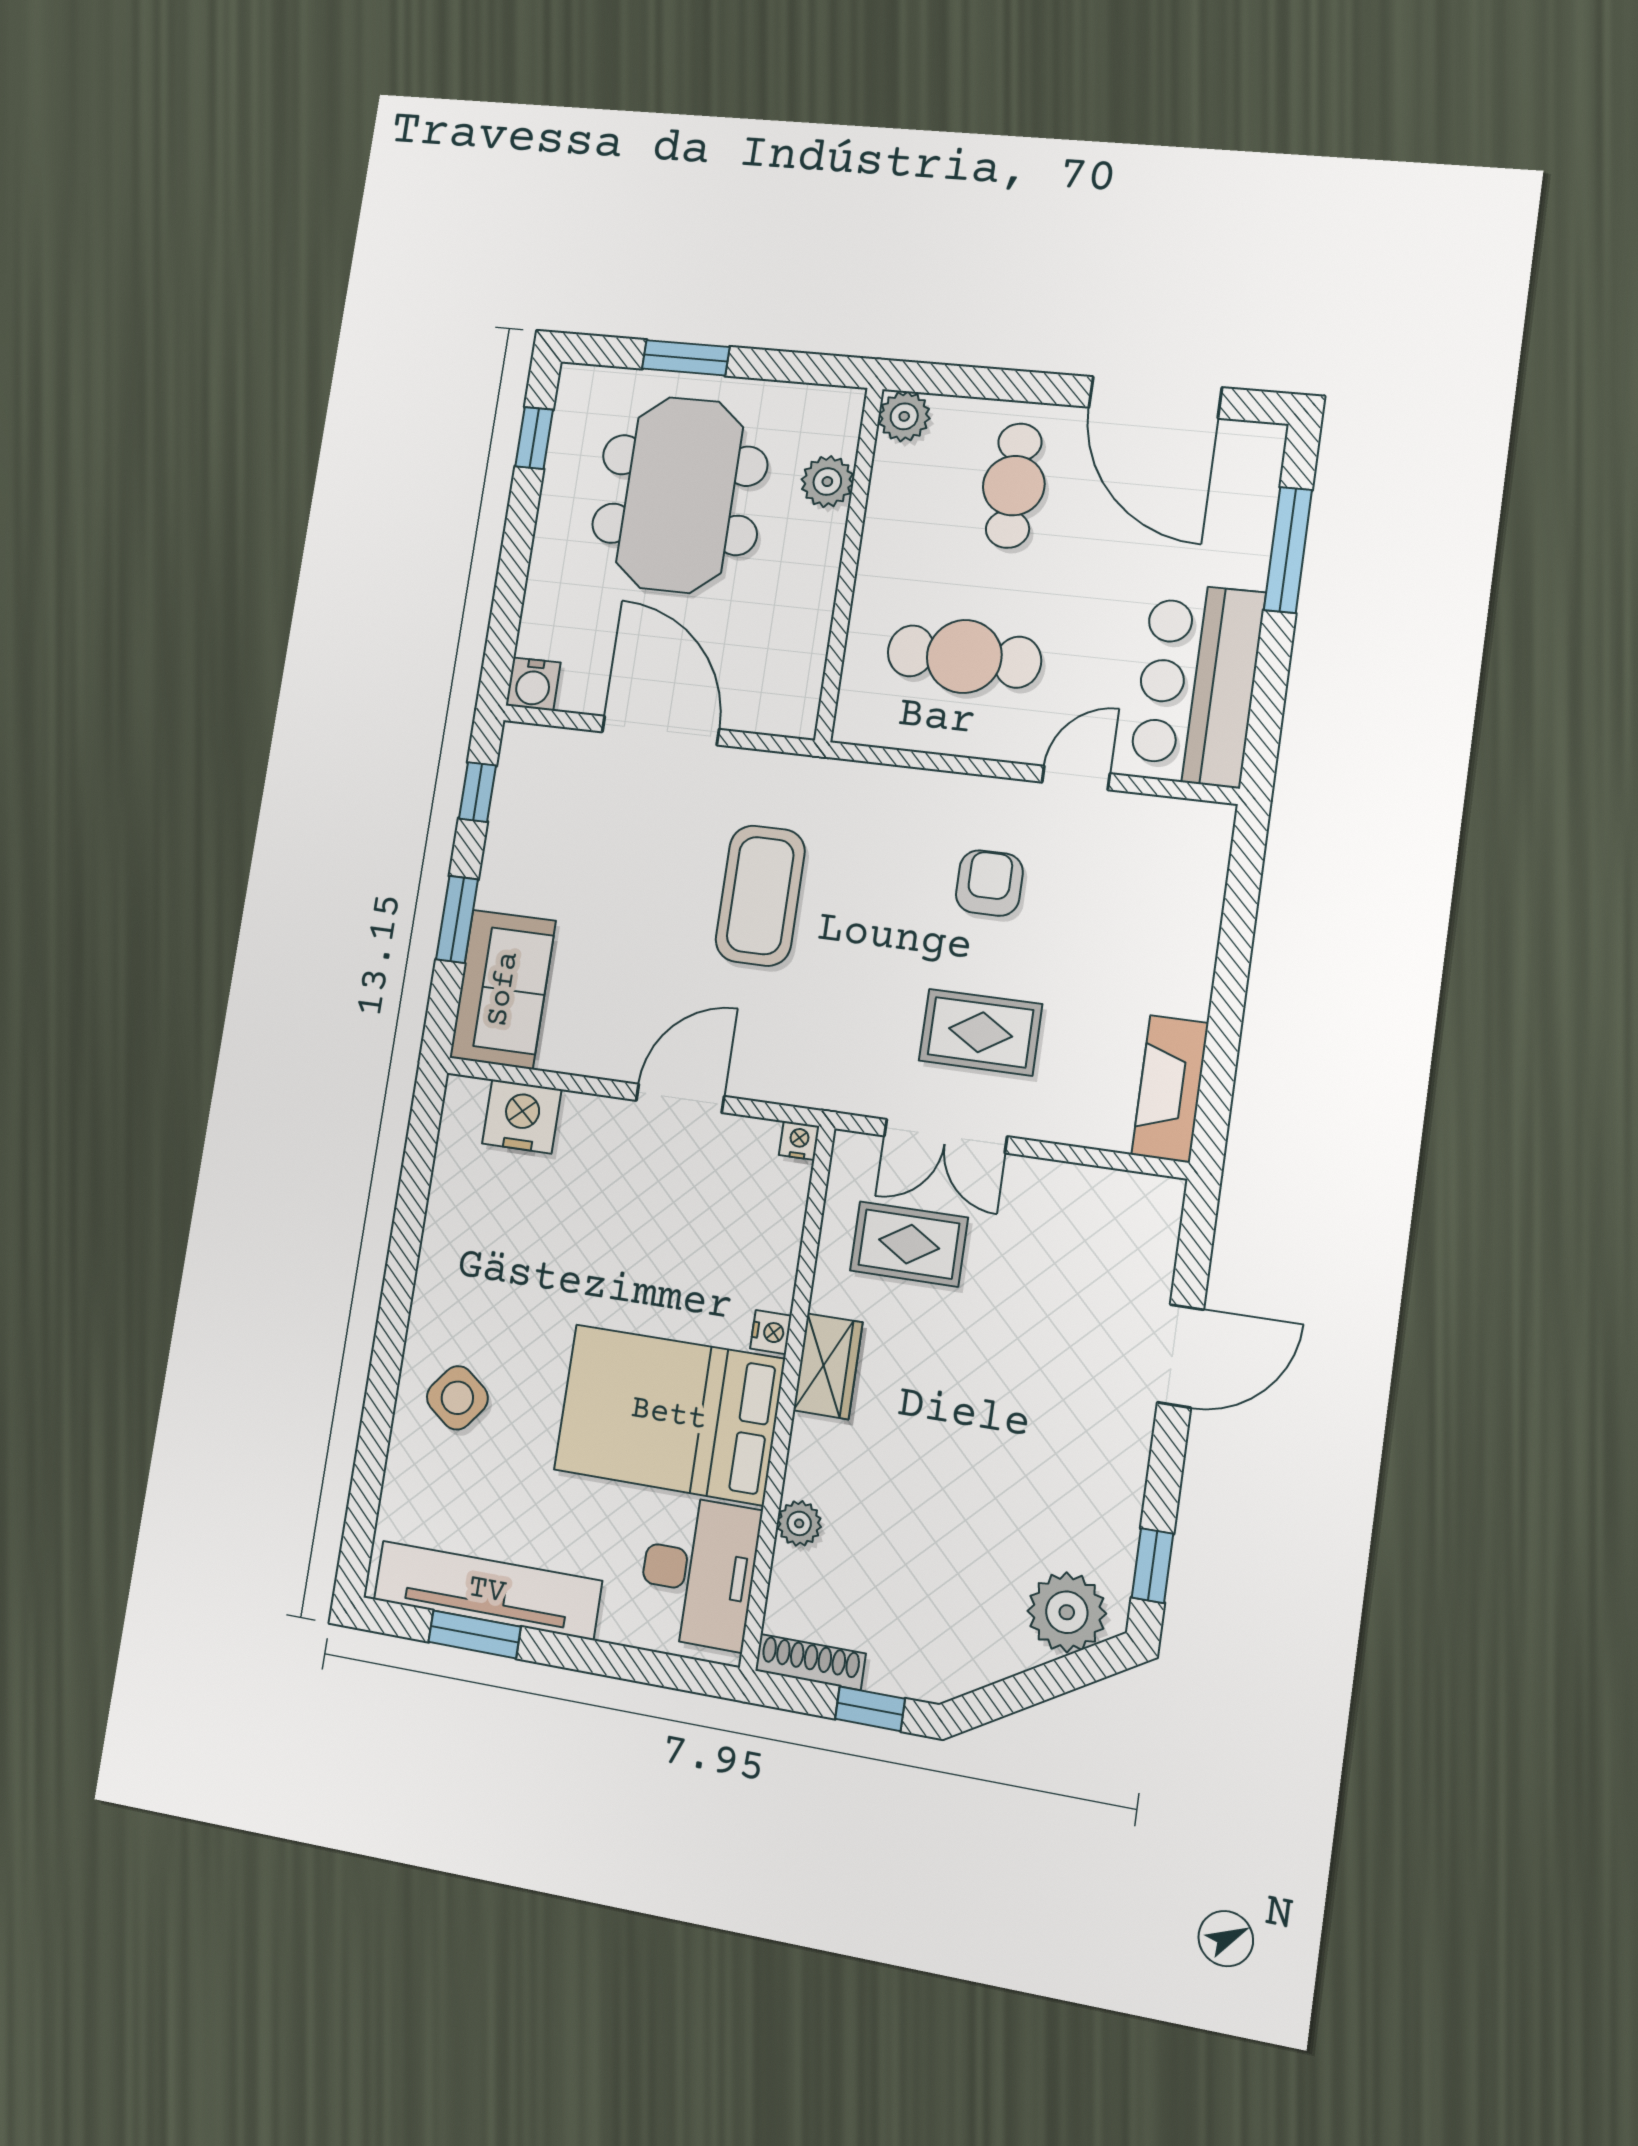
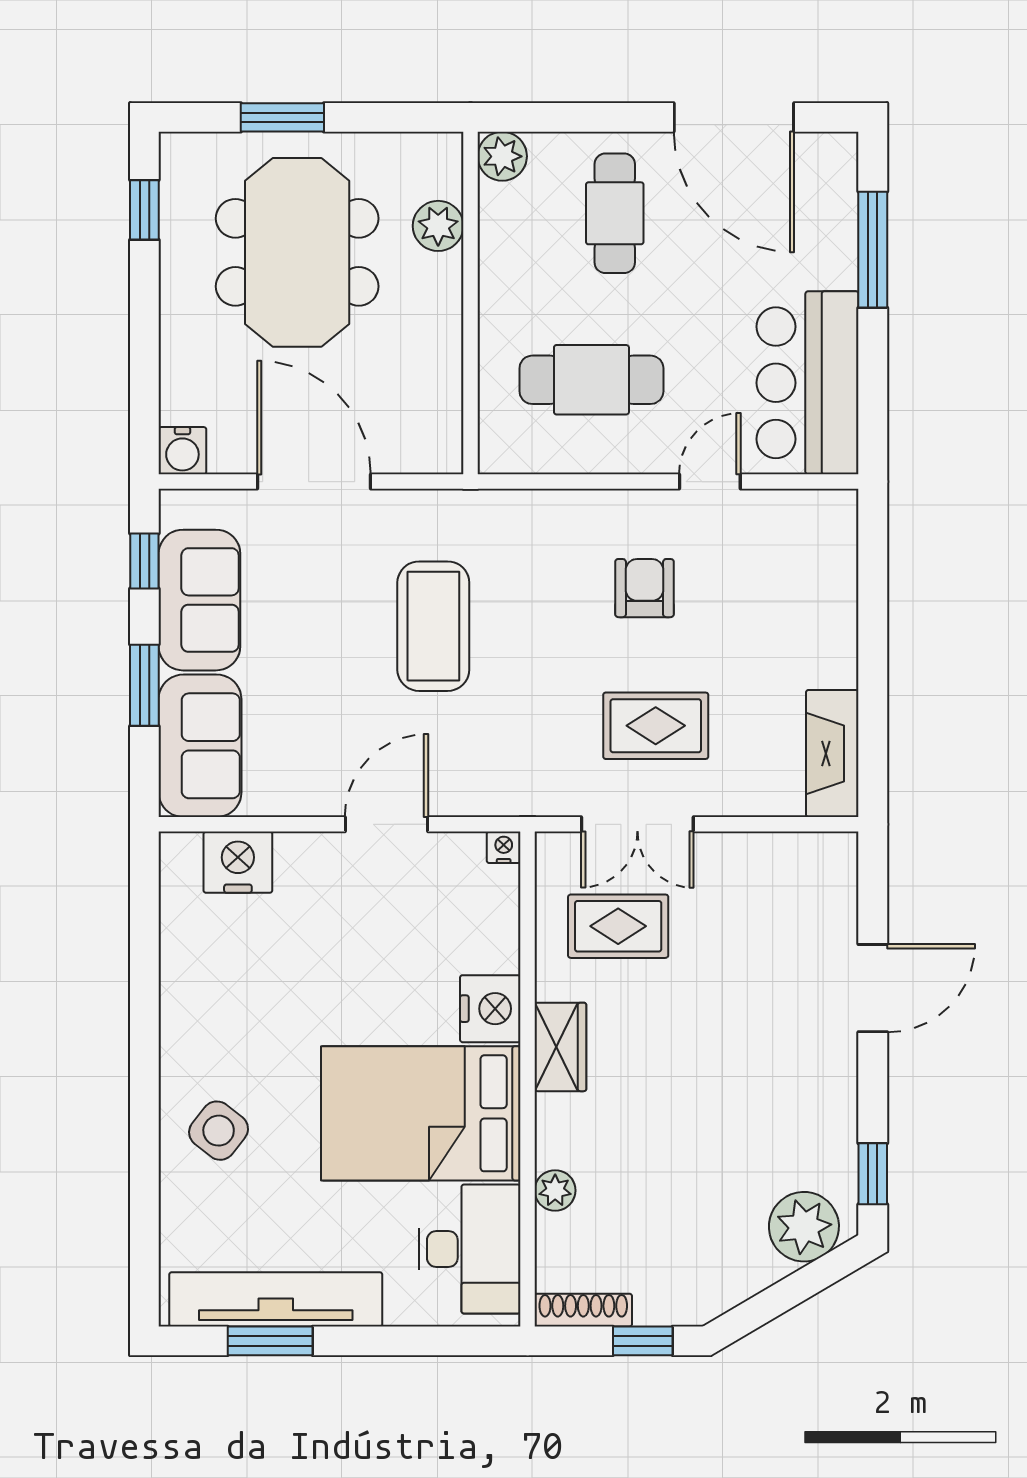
sofa: (526, 839) -> (199, 600), added
nightstand: (771, 1332) -> (490, 1009), width x1.89, depth x1.79

